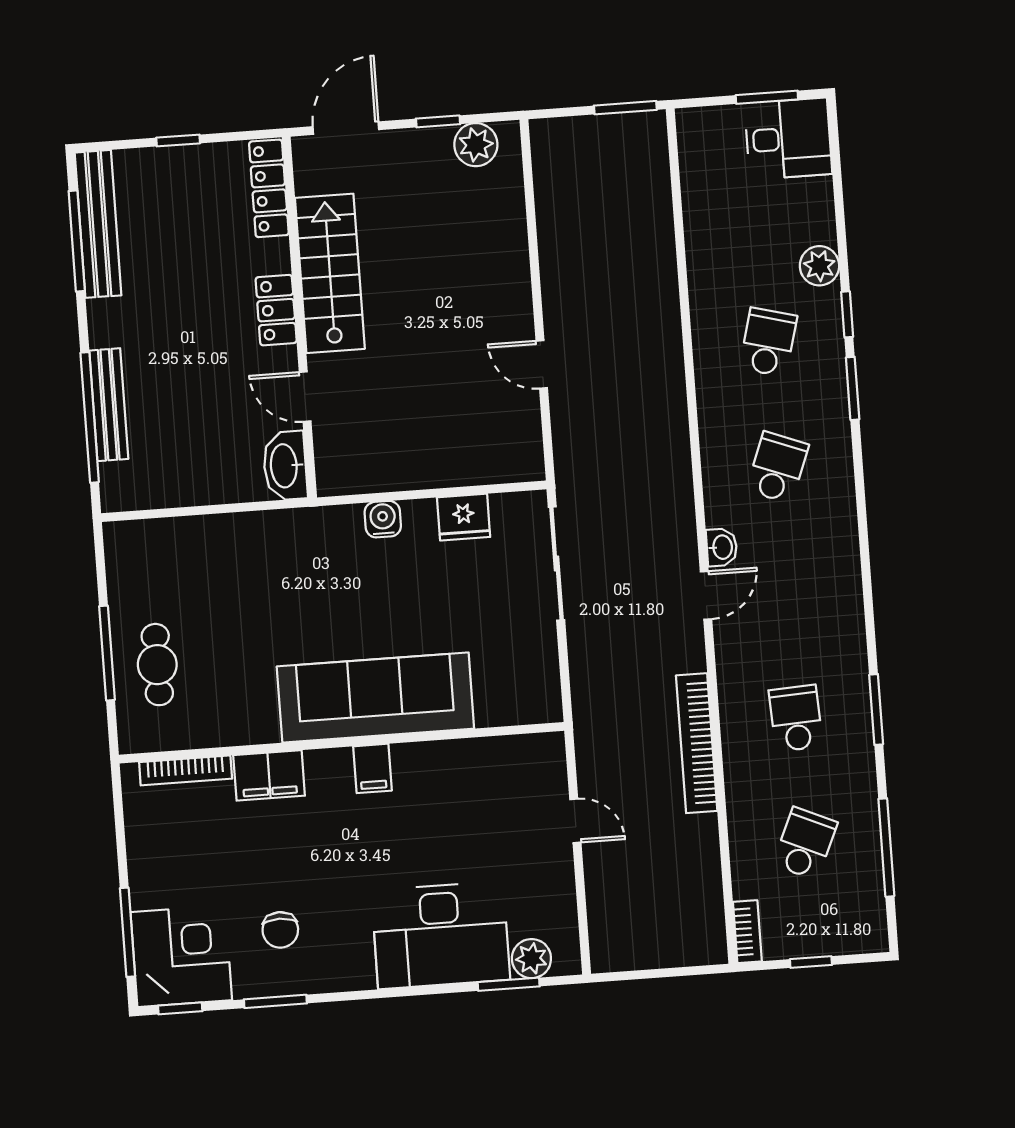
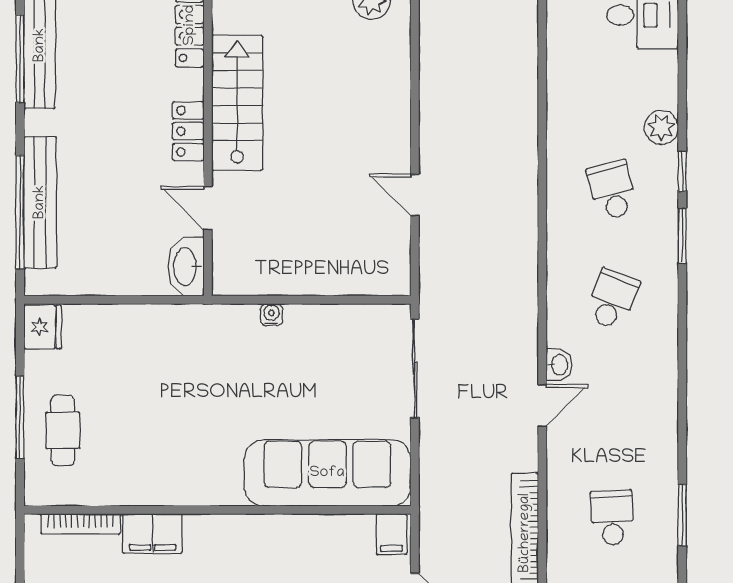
school desk: (768, 342) -> (612, 190), turned -30
bench: (109, 405) -> (40, 202), width x1.37, depth x1.21
fridge: (464, 517) -> (43, 327), moved, turned -90
water cooler: (383, 519) -> (271, 315), width x0.72, depth x0.72
sofa: (375, 698) -> (327, 473), moved
filing cabinet: (373, 768) -> (392, 534), moved

